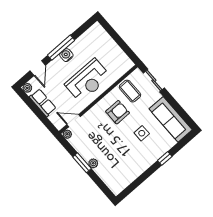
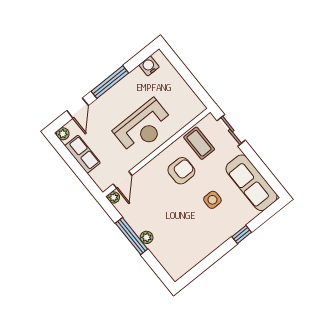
water cooler: (66, 55) -> (149, 66), moved
door: (74, 121) -> (123, 180), swing flipped
window: (82, 163) -> (132, 236), width x1.44

